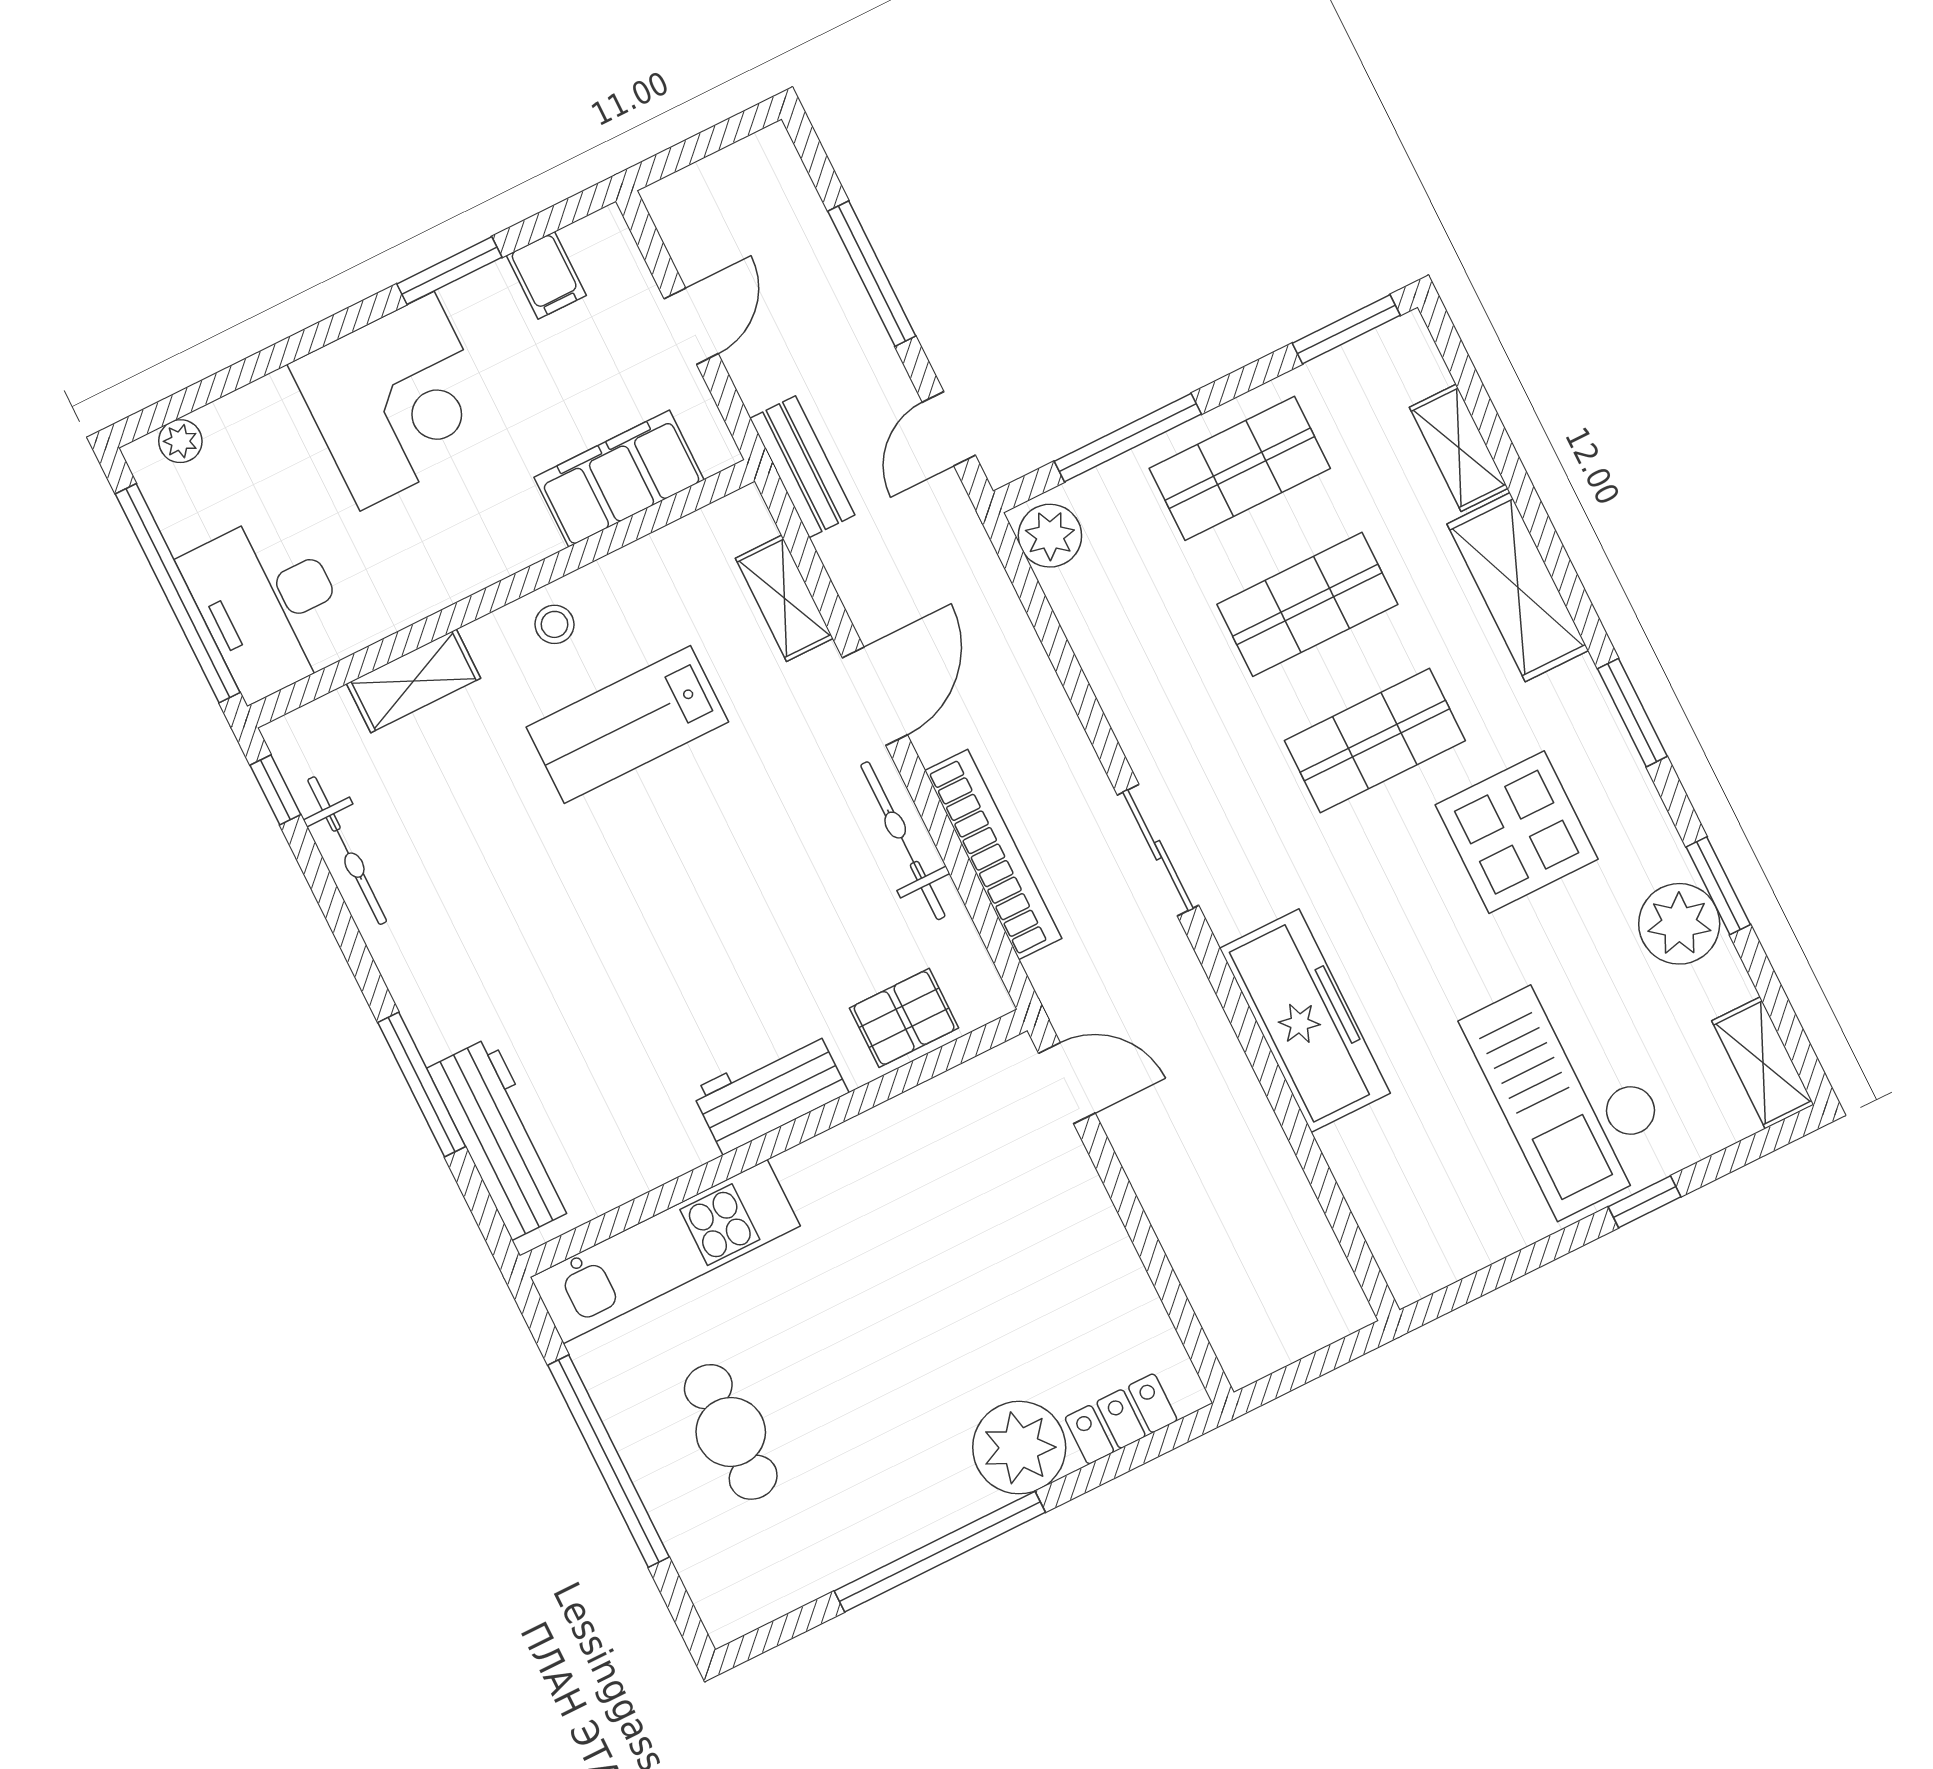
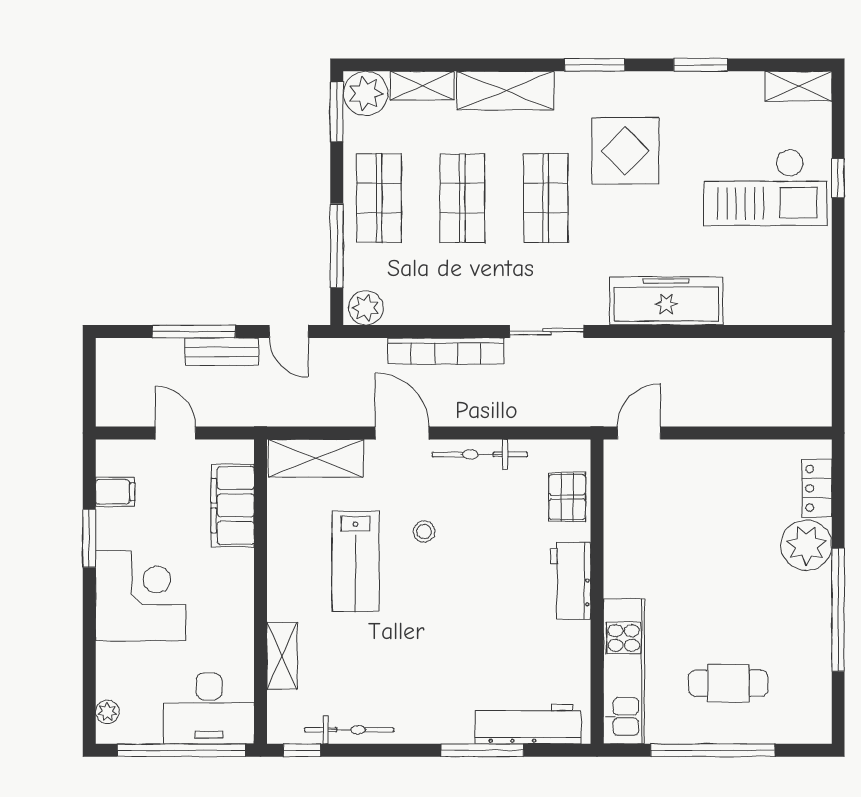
bench: (802, 467) -> (222, 352), moved
shelving: (784, 598) -> (316, 458), width x1.50, depth x1.33
stool: (554, 624) -> (424, 532), moved
bookcase: (993, 855) -> (446, 351), moved, turned 180
plant: (1679, 924) -> (366, 93), moved

